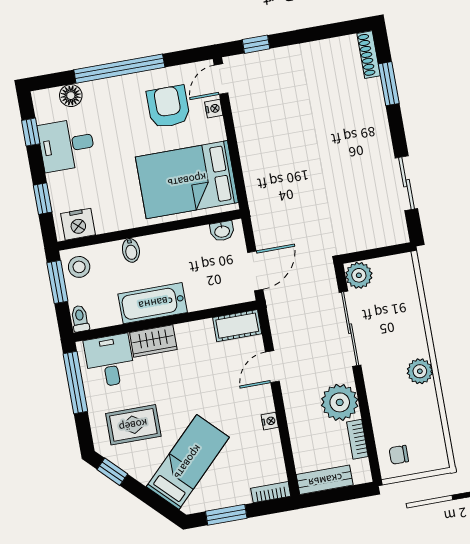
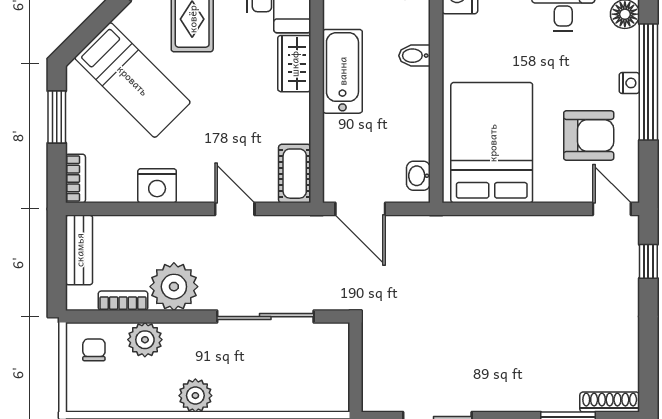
nightstand: (214, 109) -> (629, 83), moved, turned -90
plant: (359, 275) -> (145, 340), moved
nightstand: (270, 421) -> (157, 186), width x1.89, depth x1.79

